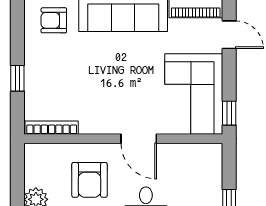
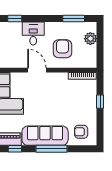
armchair: (54, 20) -> (81, 132), turned 180

